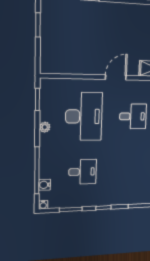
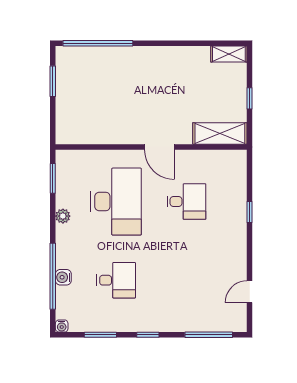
door: (116, 77) -> (159, 147), swing flipped
water cooler: (45, 185) -> (63, 277), moved

